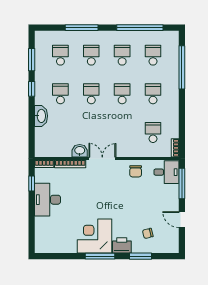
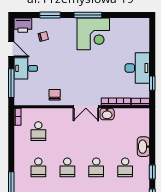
desk: (166, 172) -> (26, 68), moved
printer: (122, 245) -> (23, 25), moved

